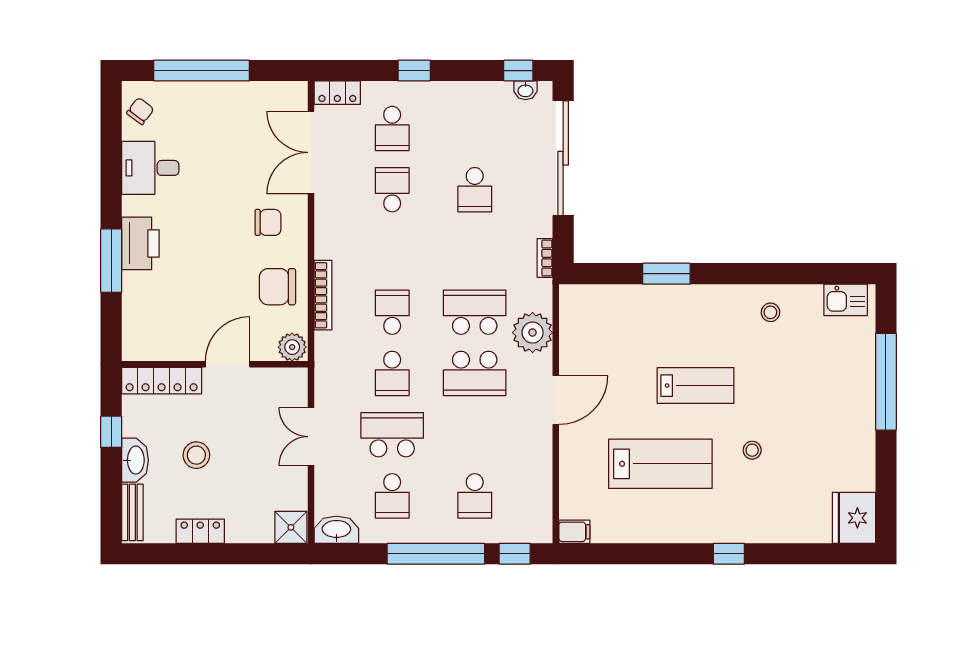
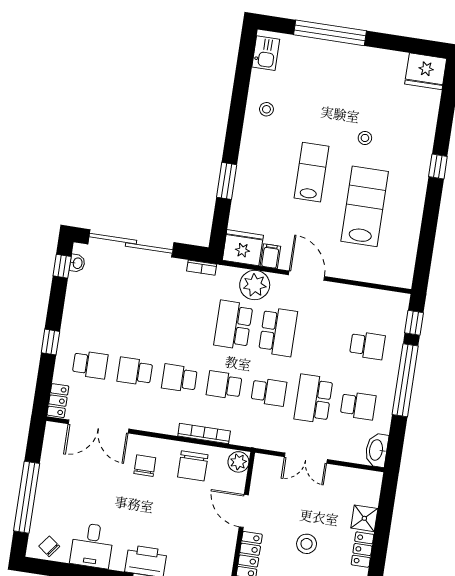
school desk: (475, 190) -> (179, 378), moved, turned 180
fridge: (580, 309) -> (243, 248), added
shower: (291, 527) -> (364, 518), moved
filing cabinet: (574, 532) -> (270, 256), moved

